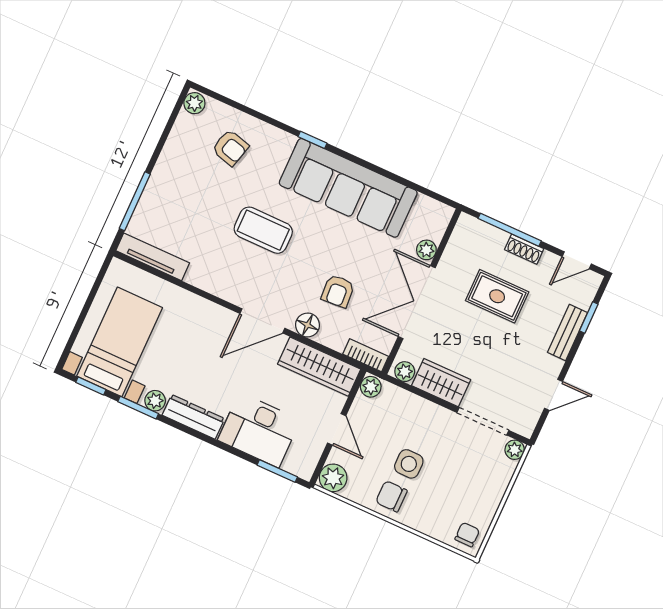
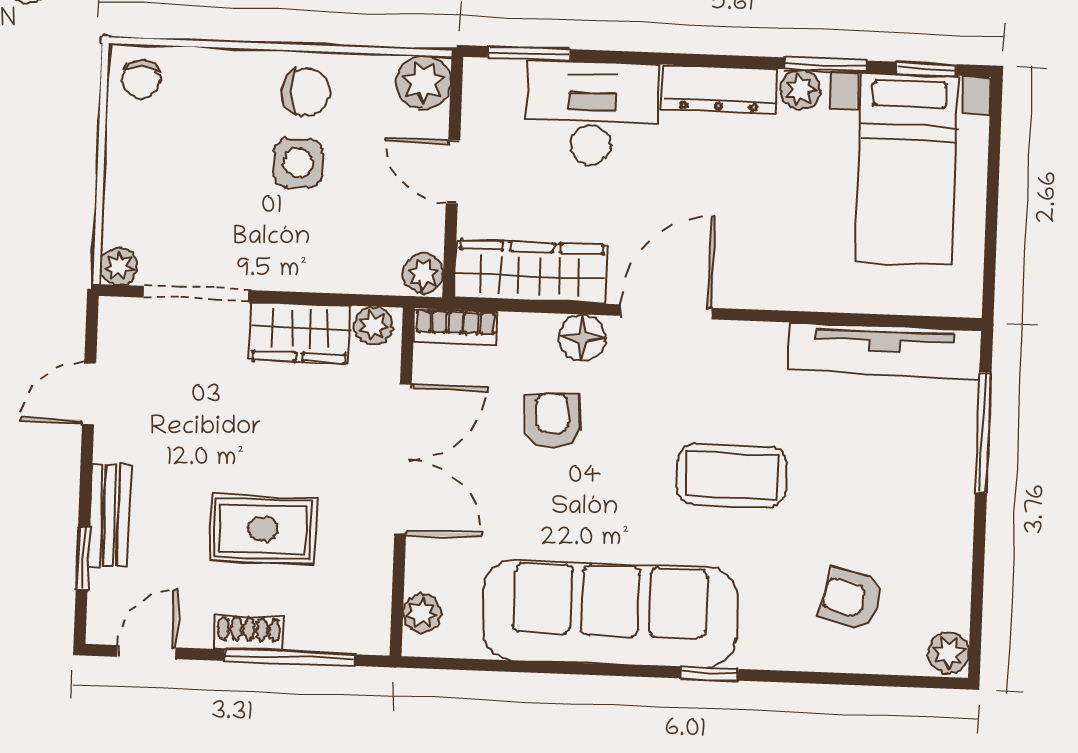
plant: (426, 250) -> (422, 613), moved
tv unit: (153, 257) -> (885, 351), width x1.36, depth x1.29

